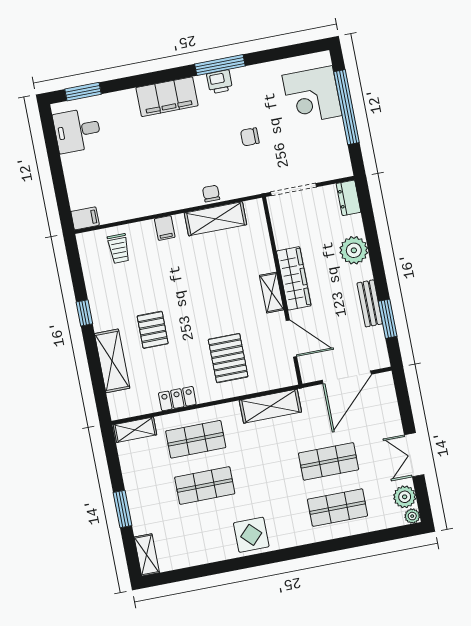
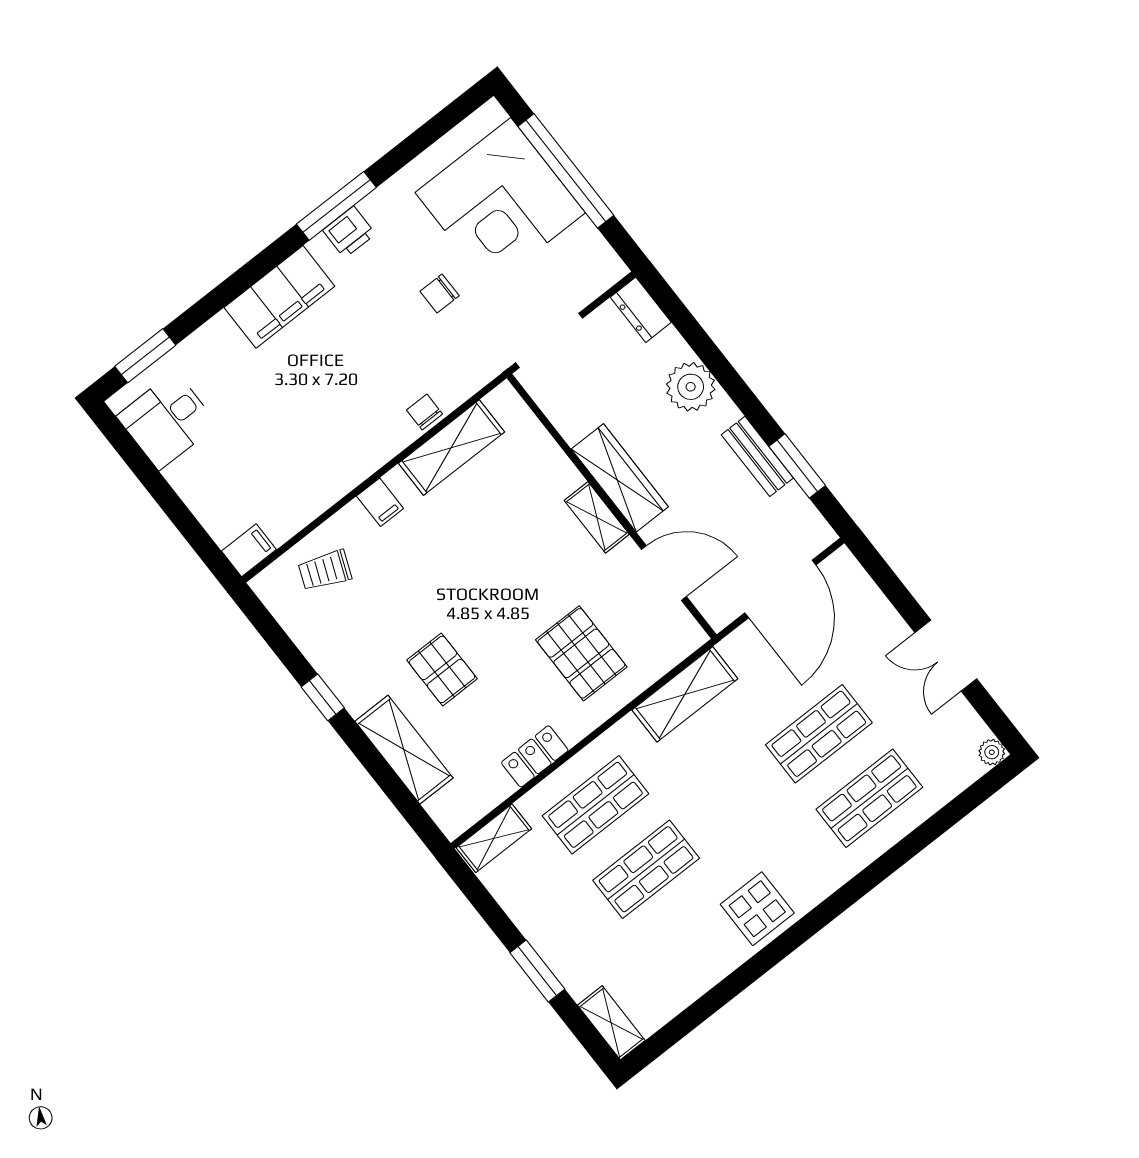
corner desk: (312, 95) -> (500, 203), width x1.36, depth x1.36
trolley: (119, 248) -> (325, 570), turned 112
plant: (405, 497) -> (965, 728), removed

